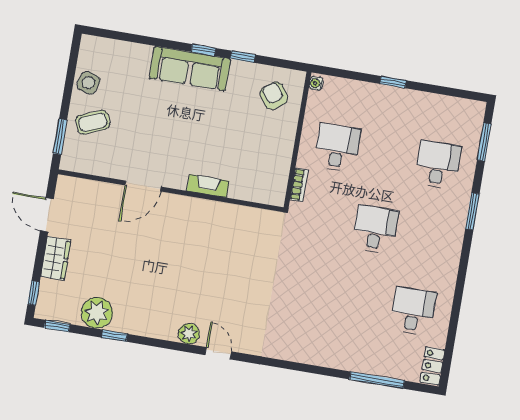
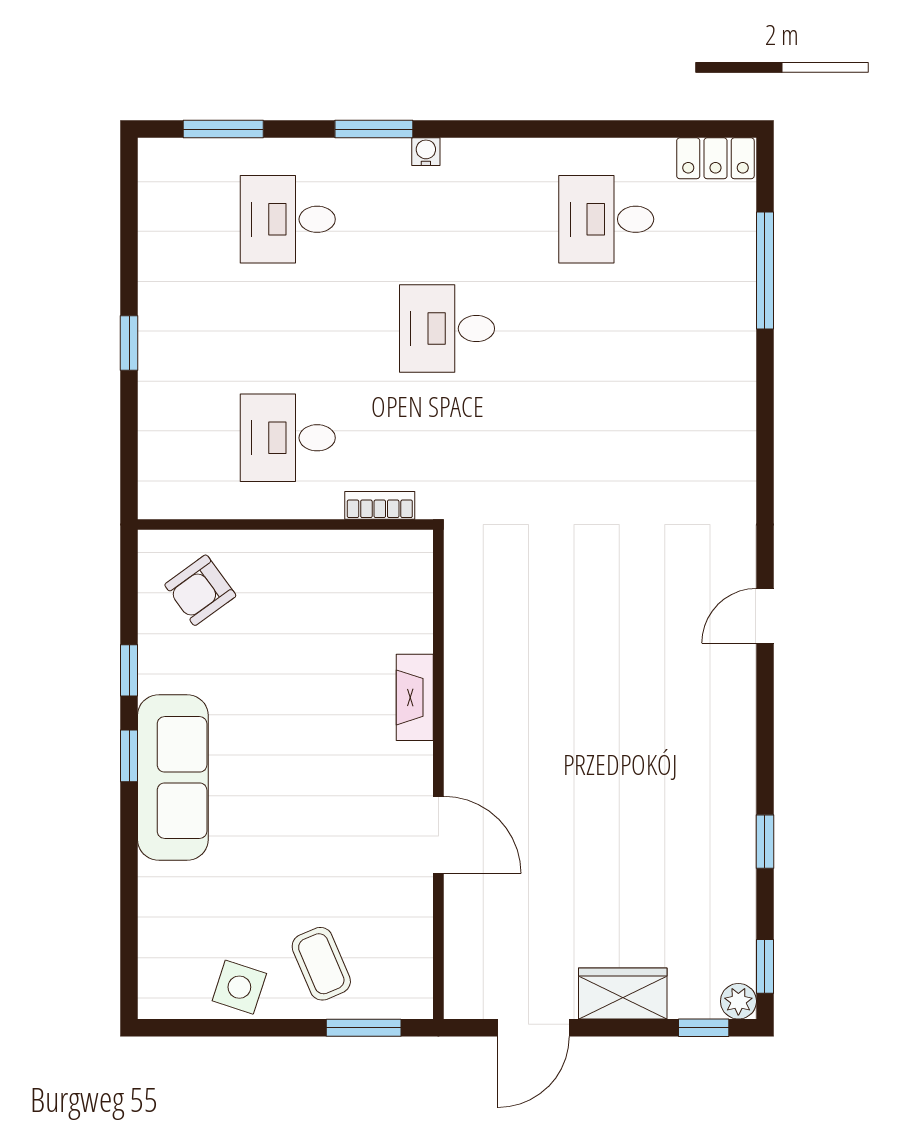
water cooler: (316, 83) -> (426, 152), moved, turned 180
plant: (97, 313) -> (738, 1001), moved, width x0.53, depth x0.53
plant: (189, 334) -> (734, 685), removed

